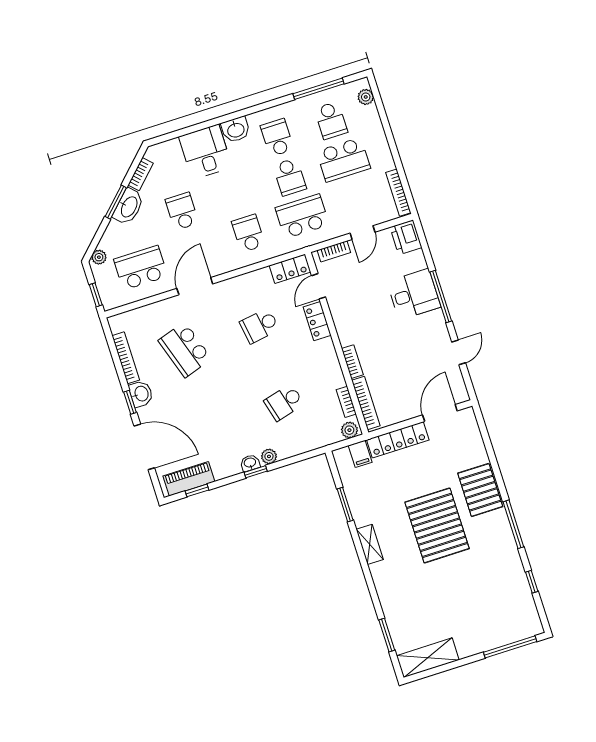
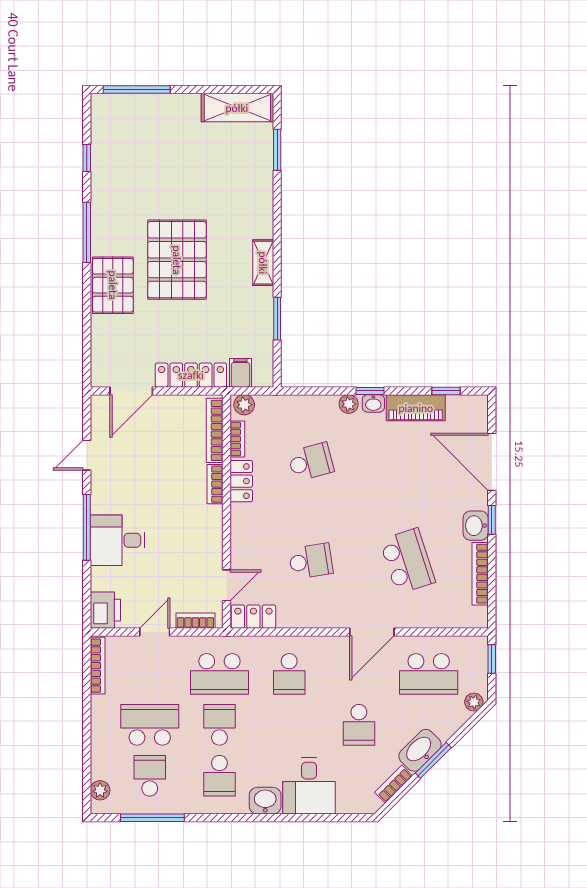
locker: (317, 321) -> (241, 481), moved
piano: (189, 479) -> (416, 408), moved

